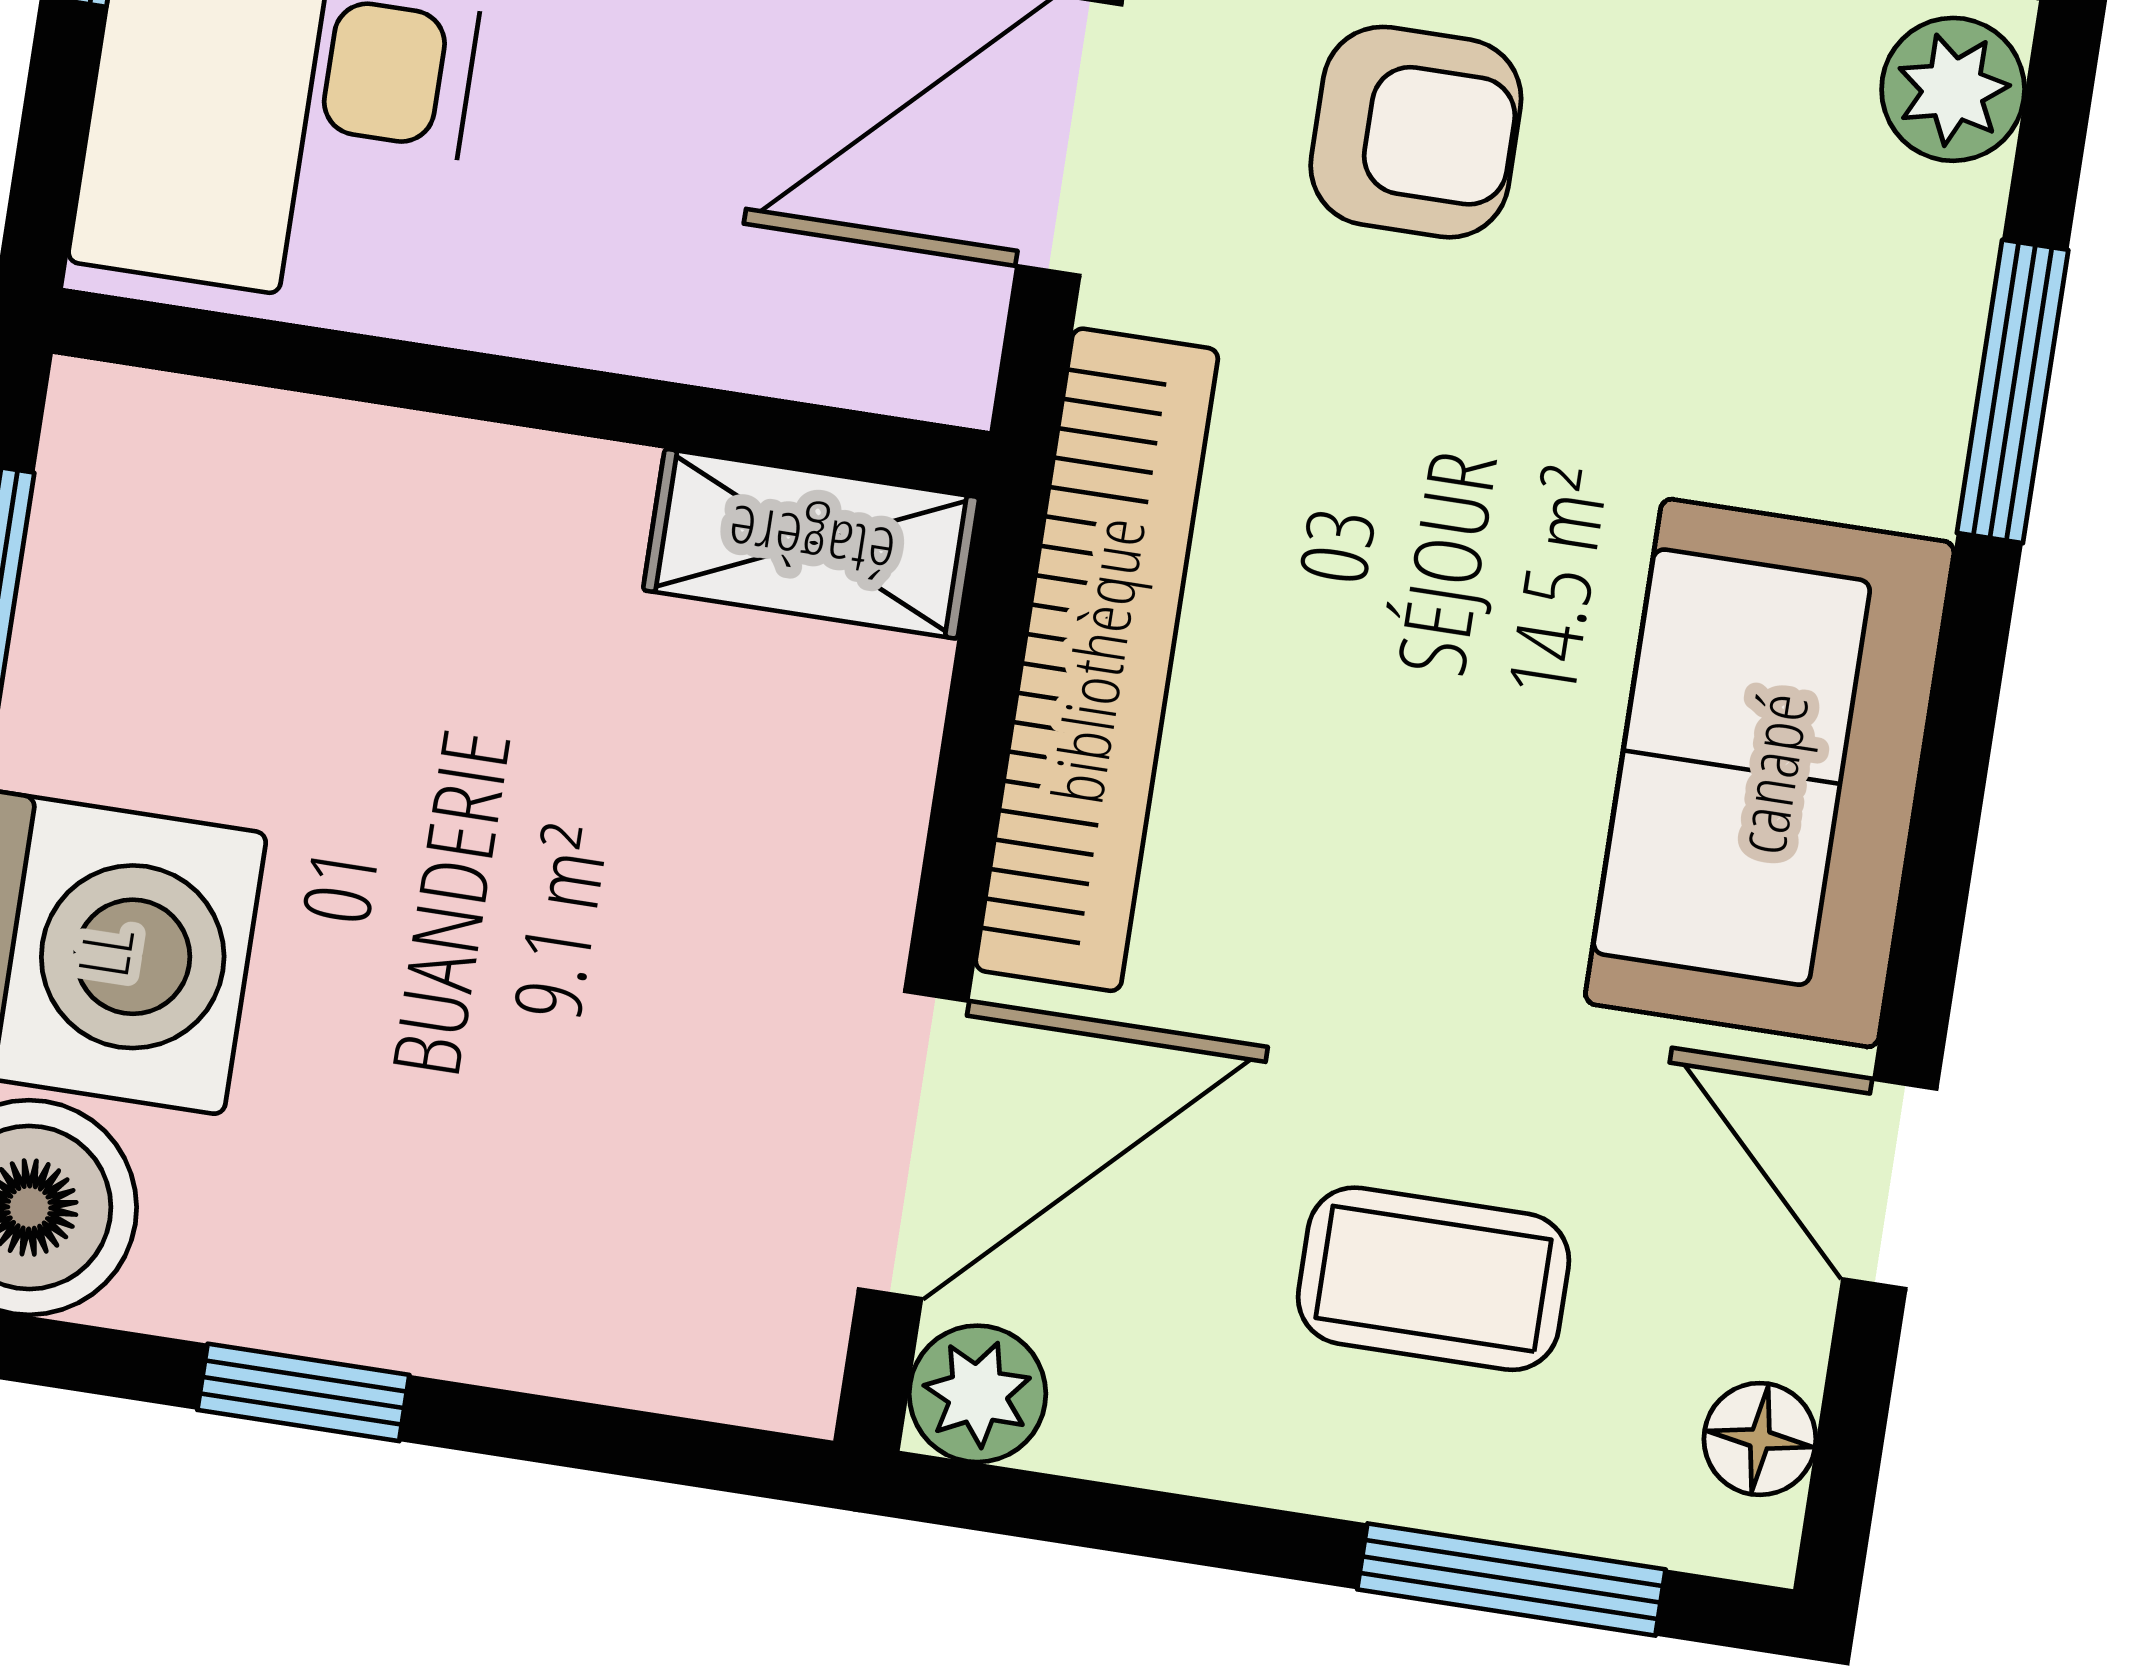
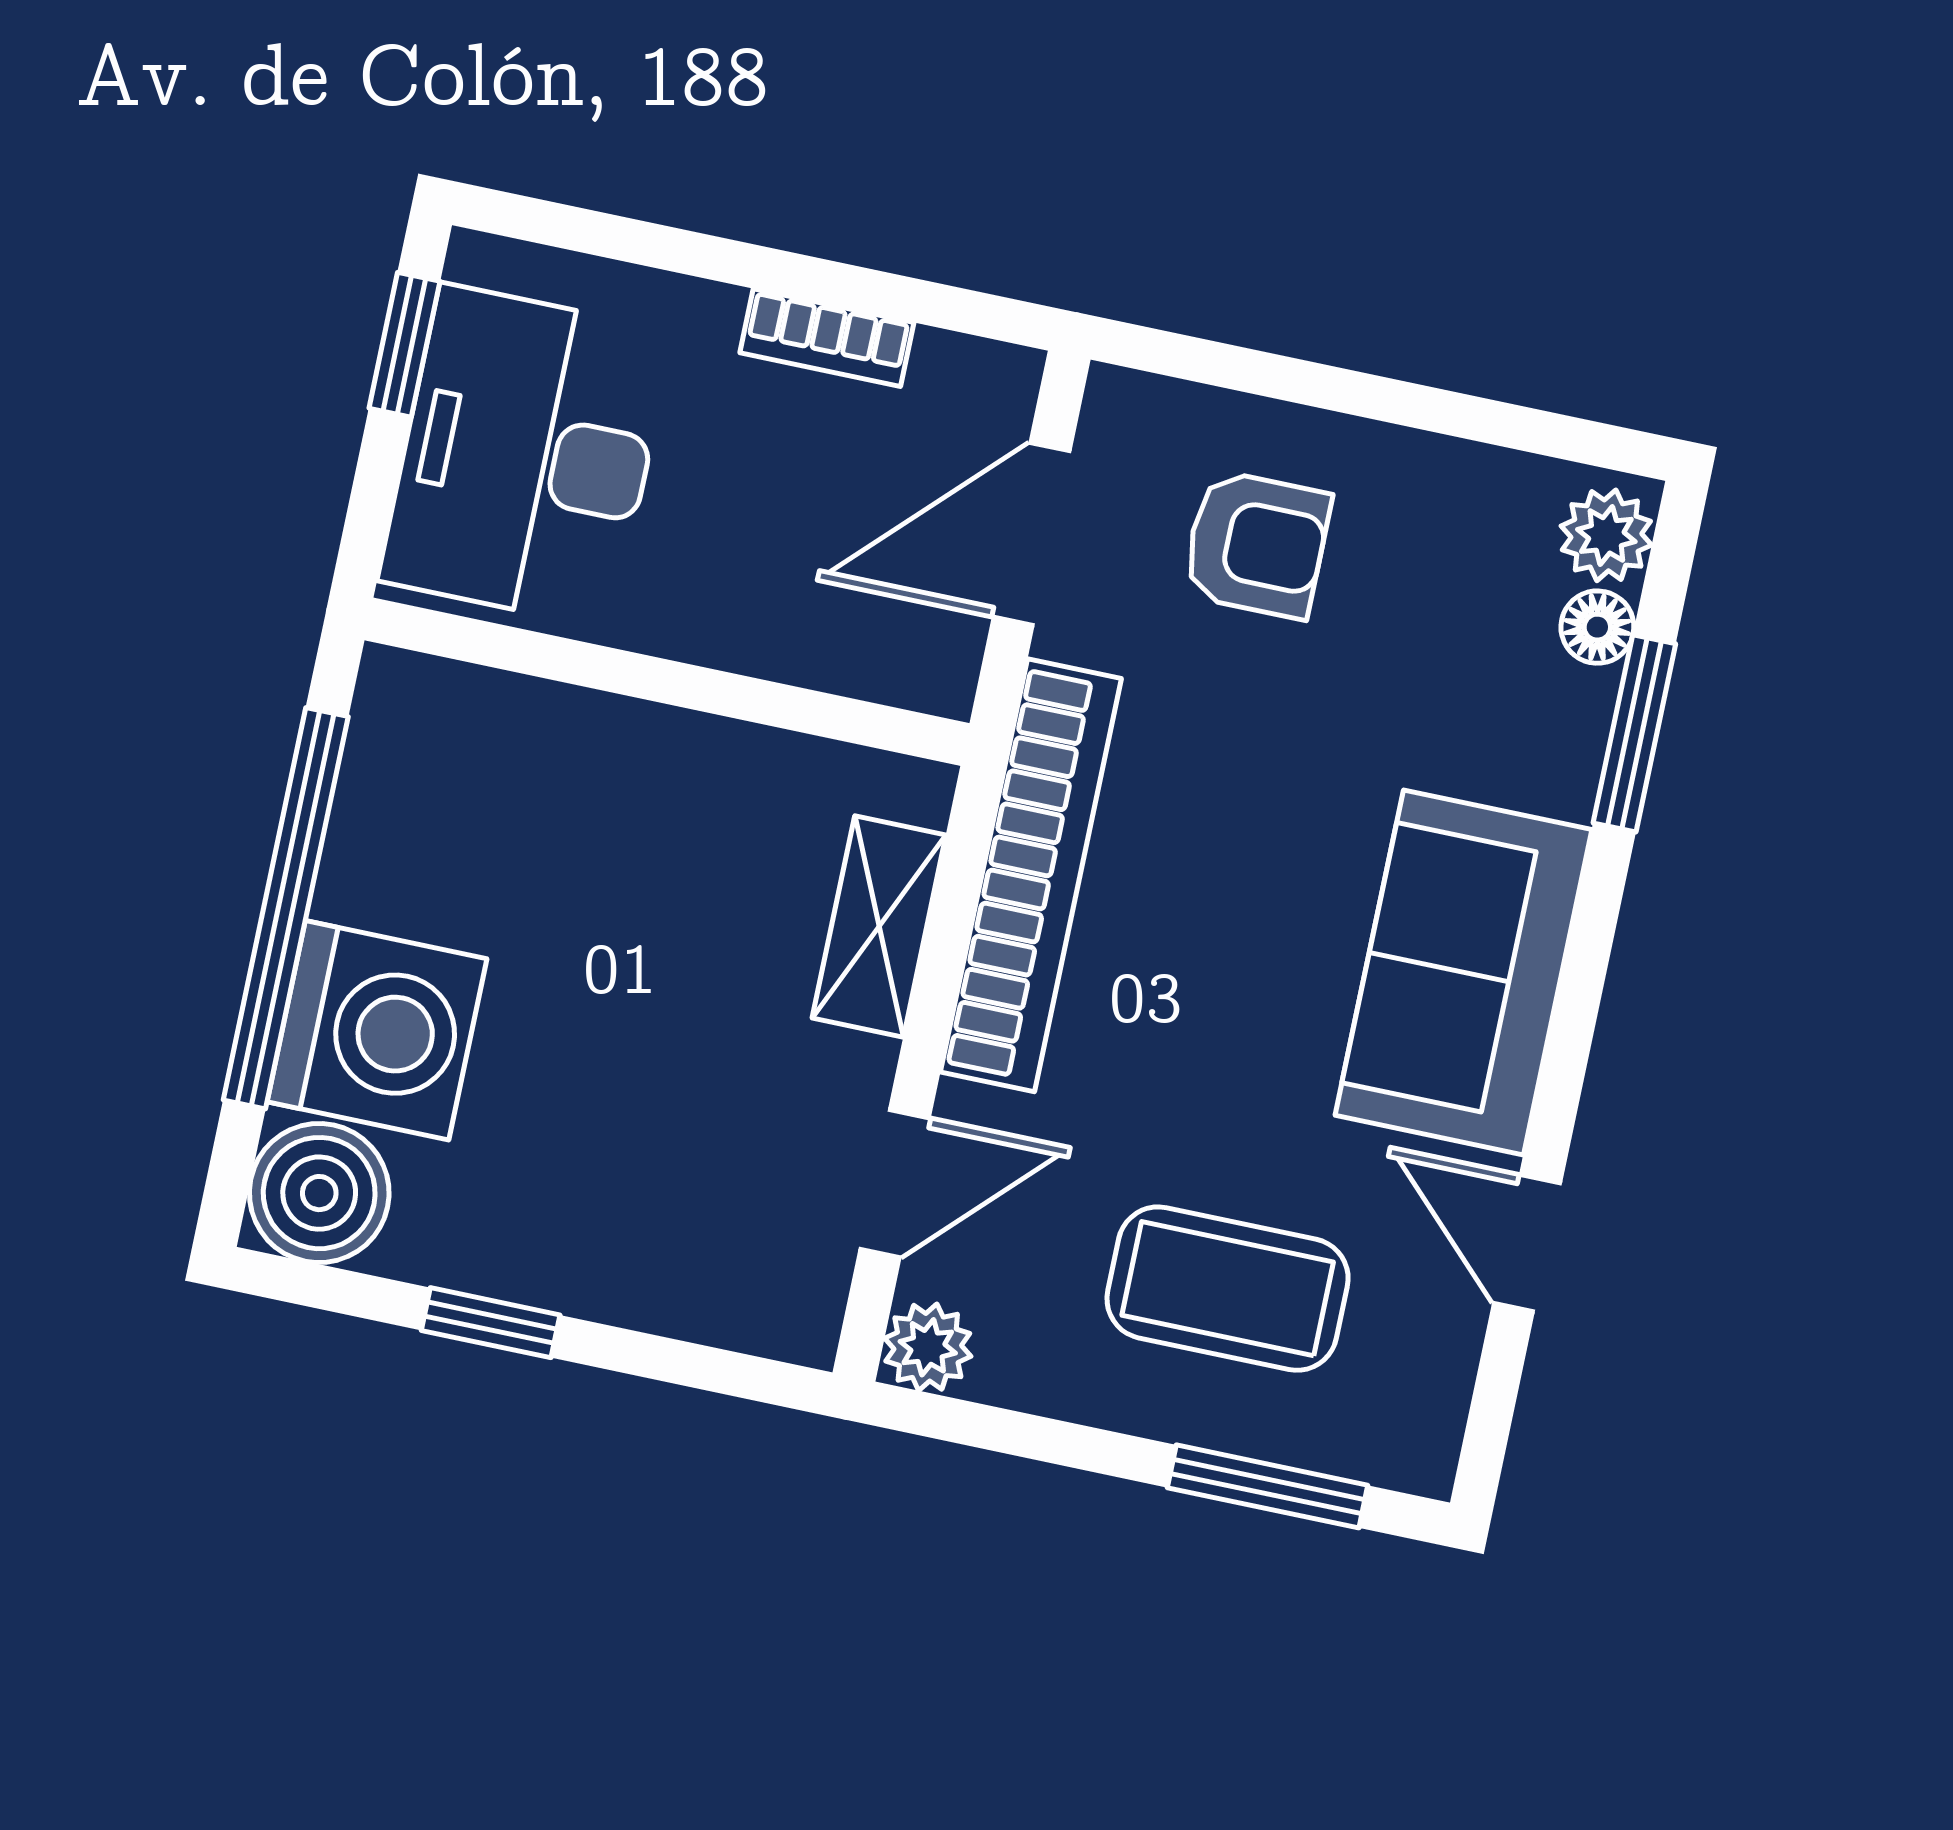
shelving: (811, 544) -> (879, 927), moved, turned 90
door: (913, 1145) -> (895, 1184), width x0.73
coffee table: (1433, 1279) -> (1228, 1289), width x1.36, depth x1.30
floor lamp: (1760, 1439) -> (1597, 627), moved

